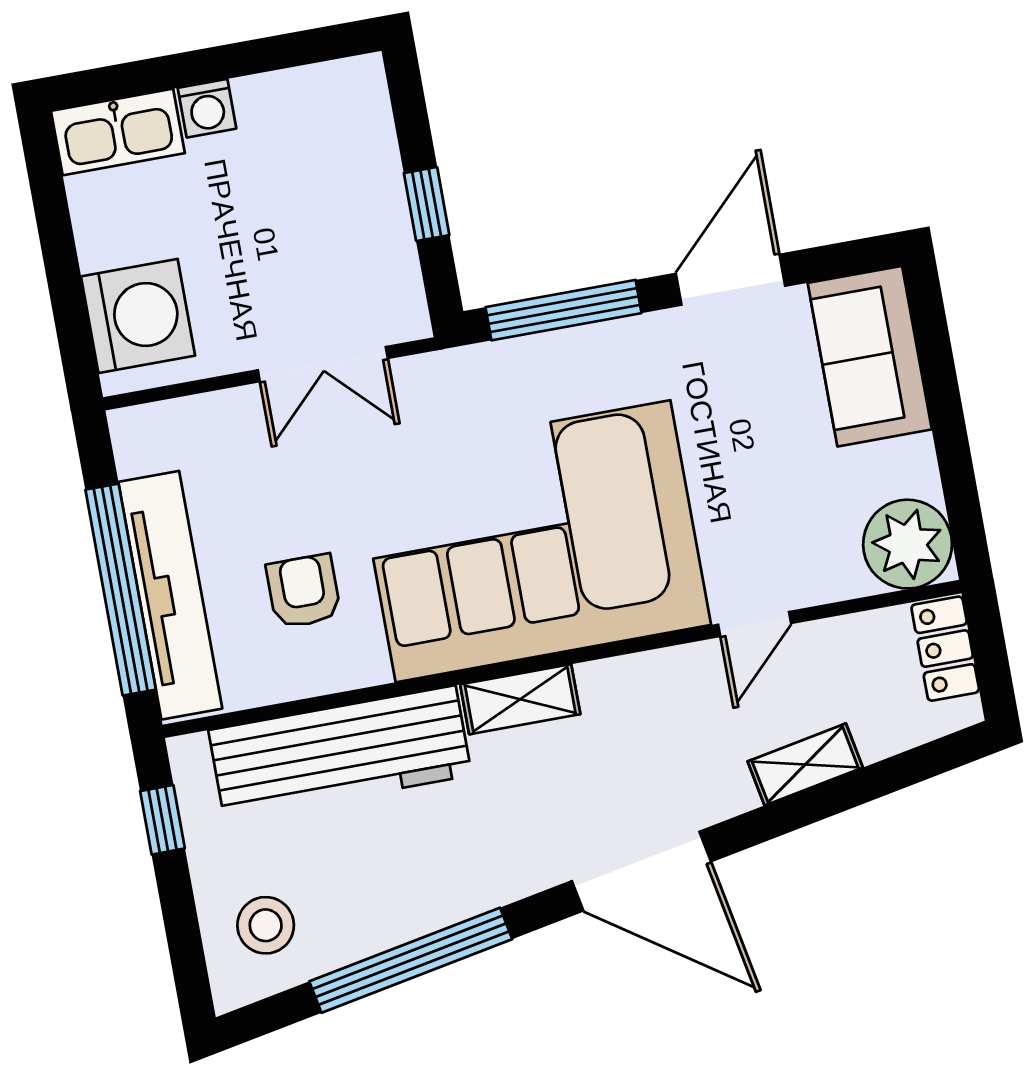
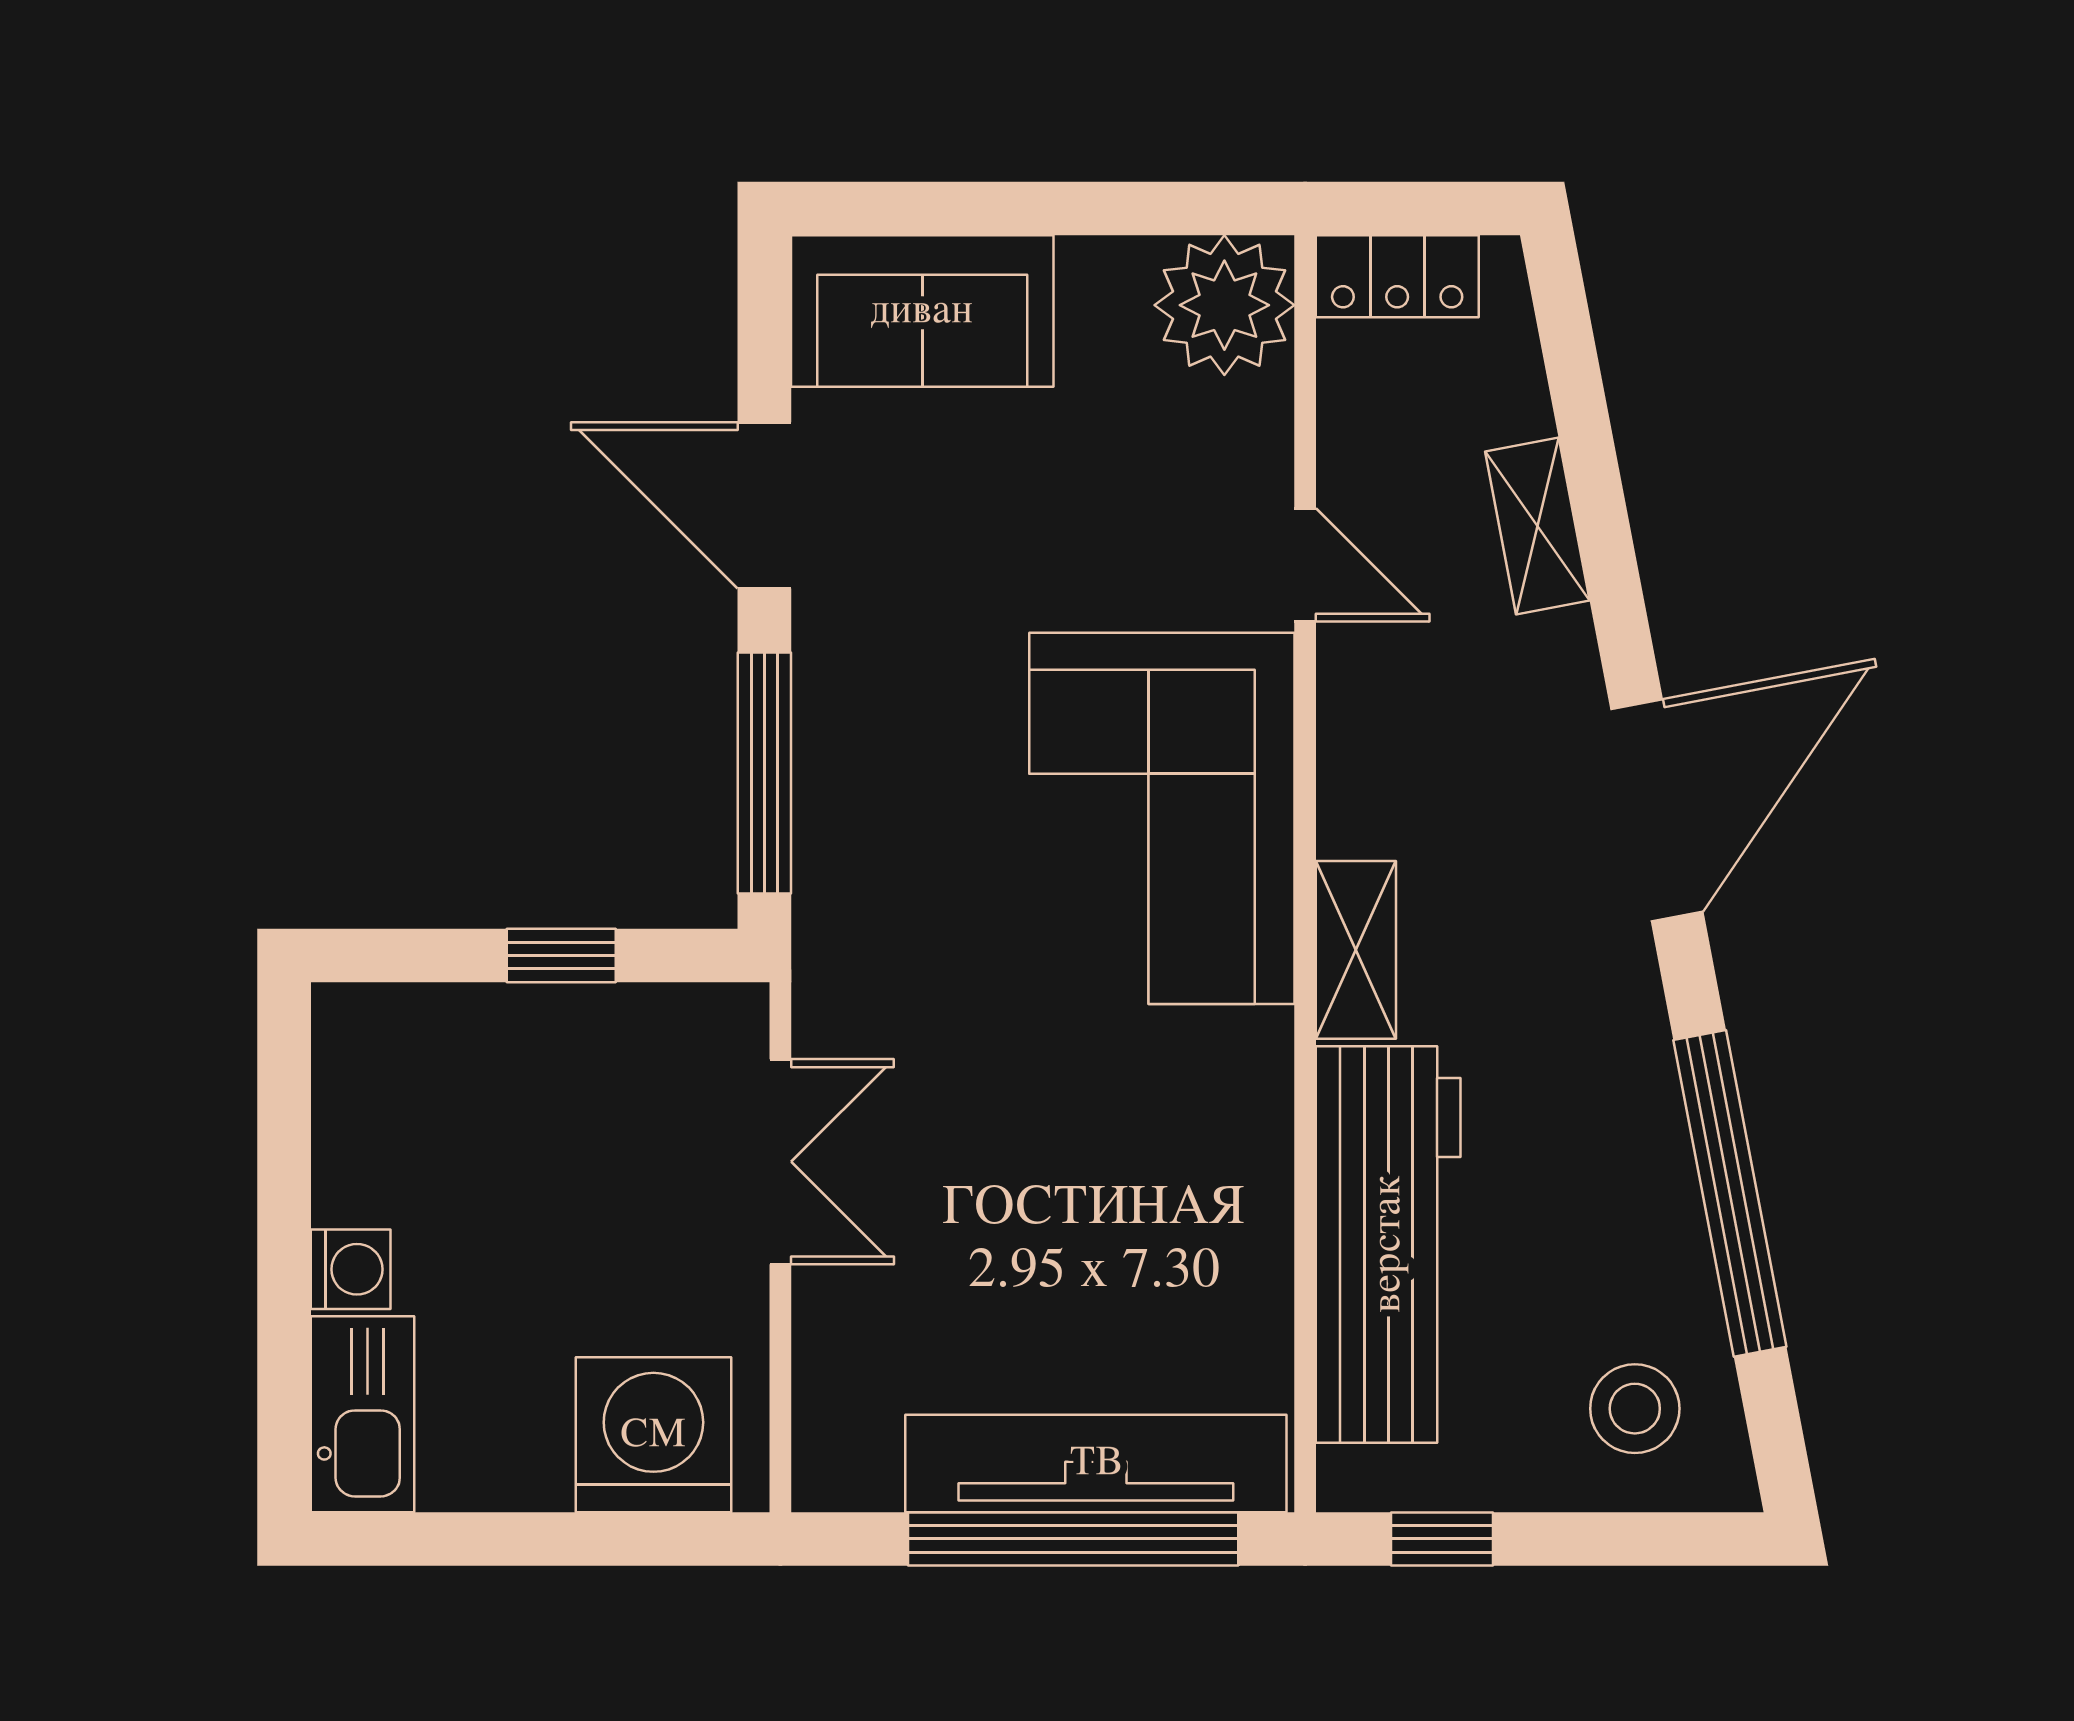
corner sofa: (533, 541) -> (1162, 818), width x0.73, depth x0.74
armchair: (304, 591) -> (1127, 1256), removed

